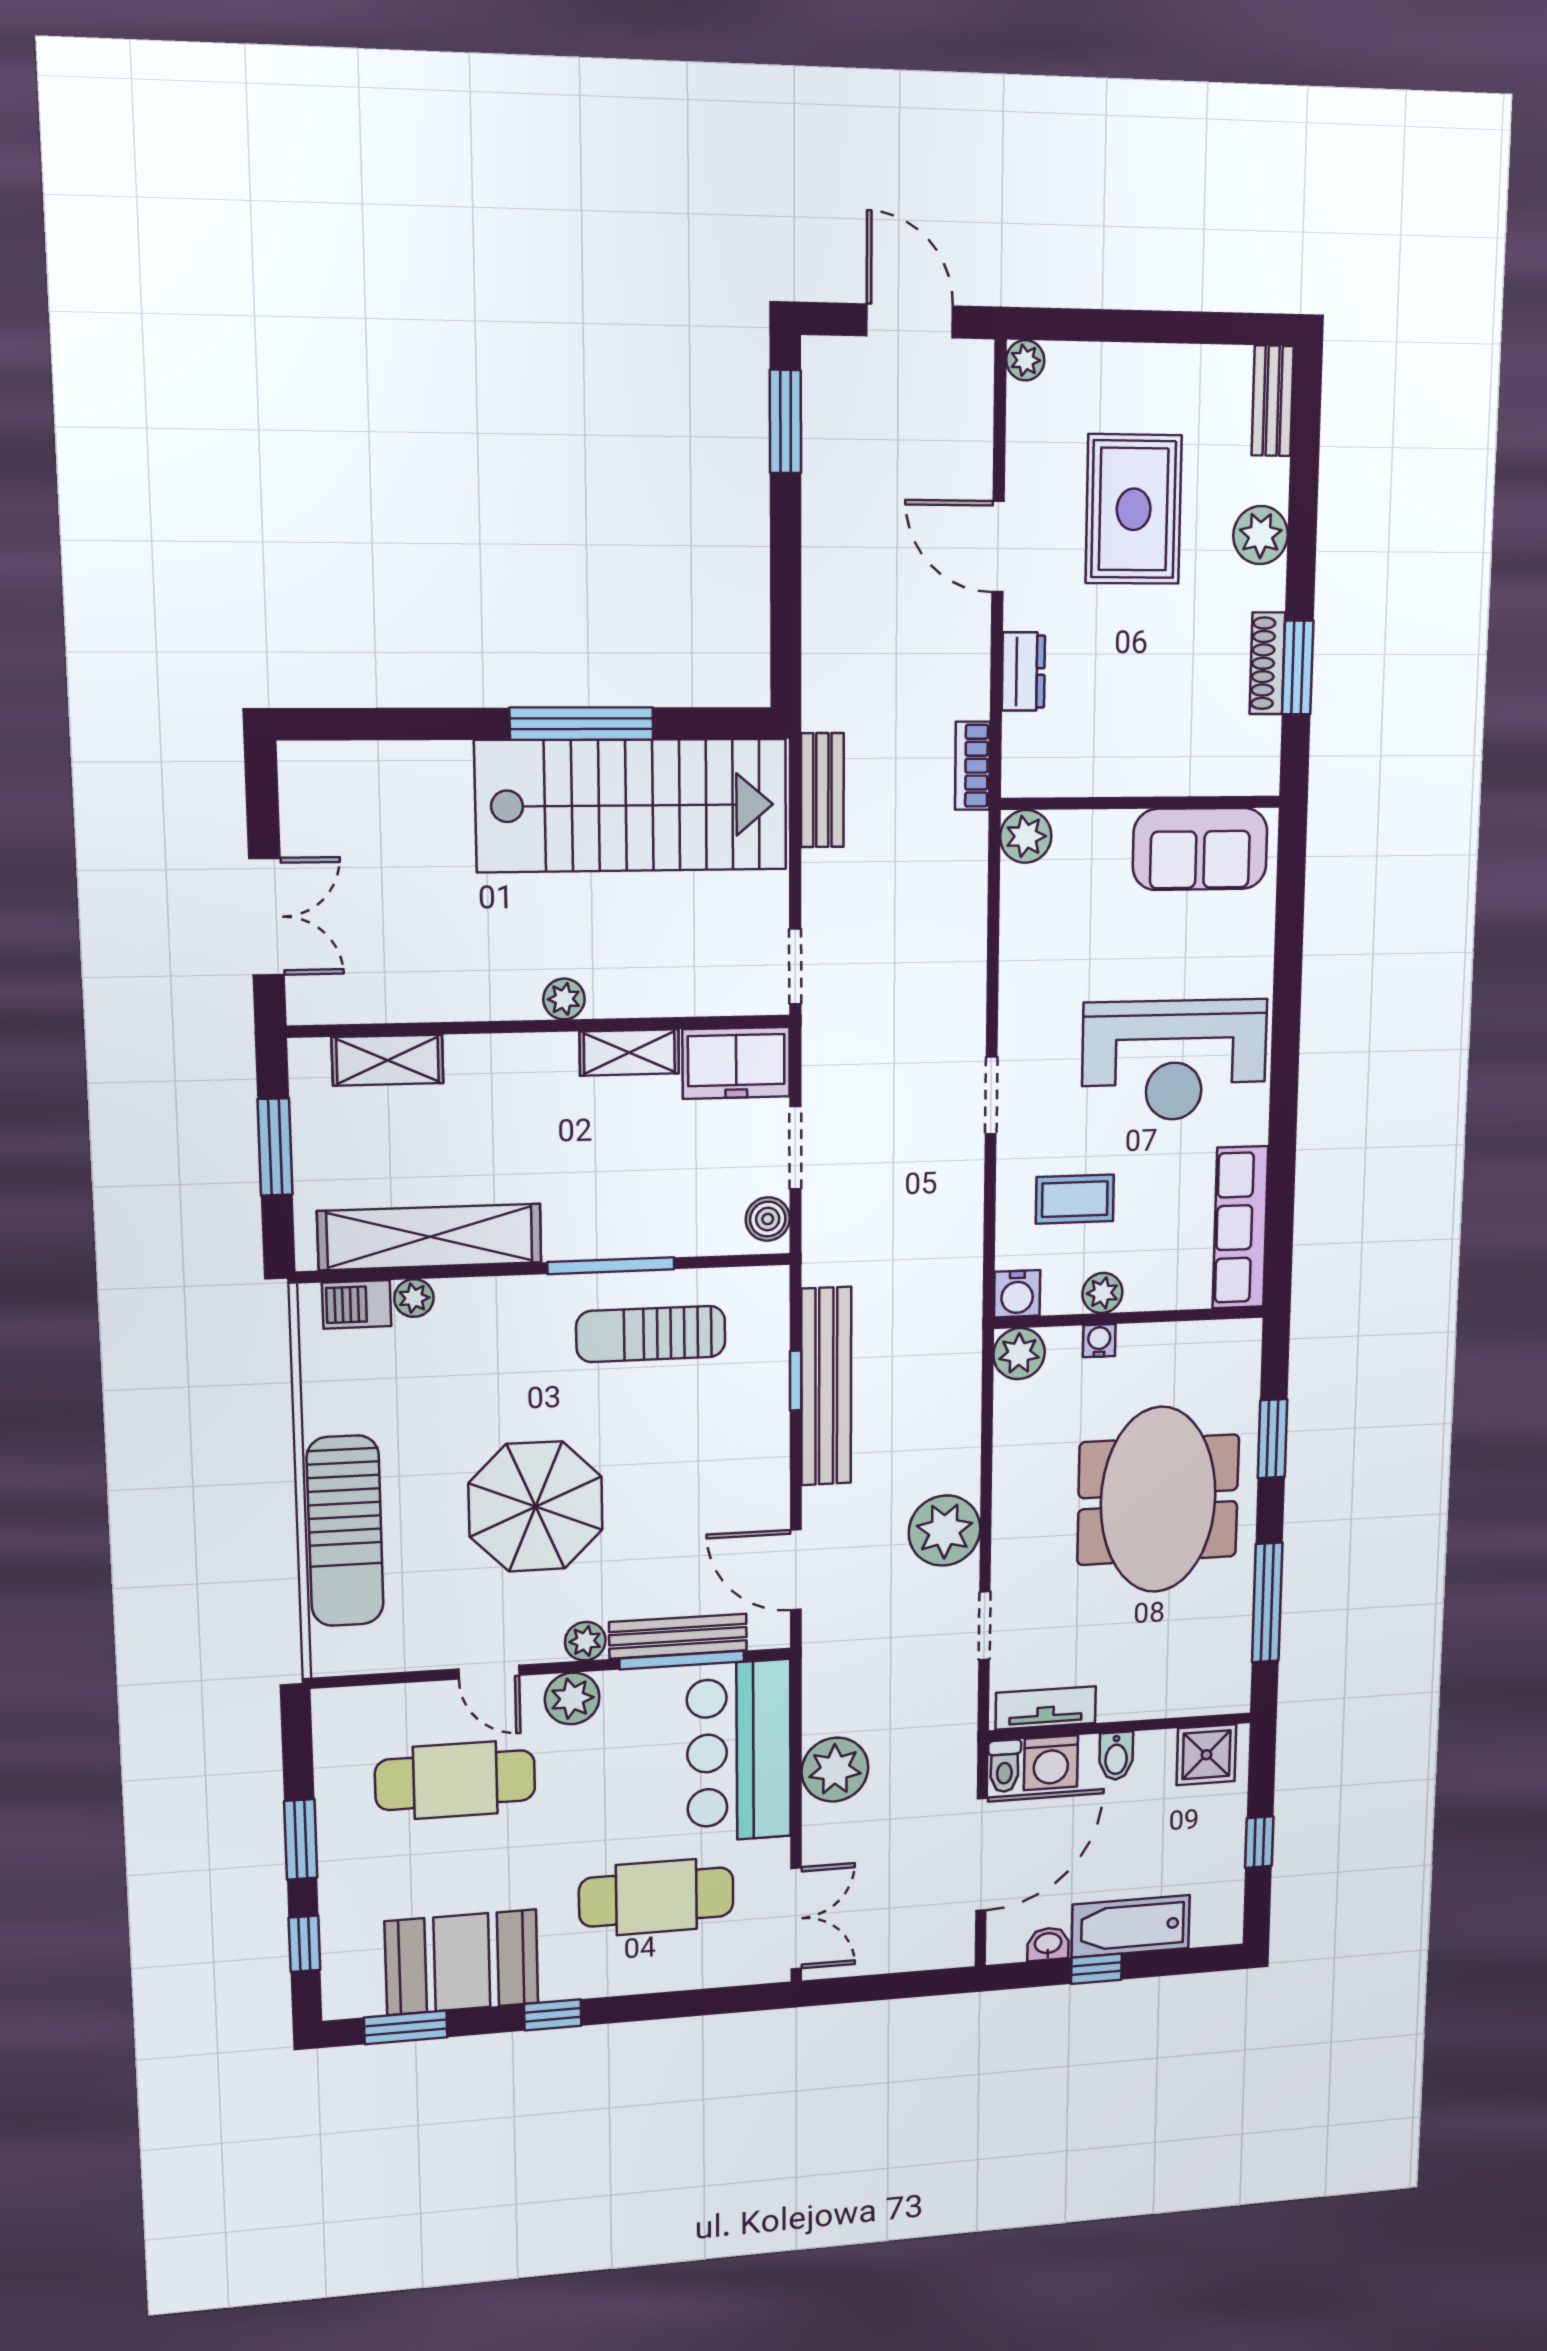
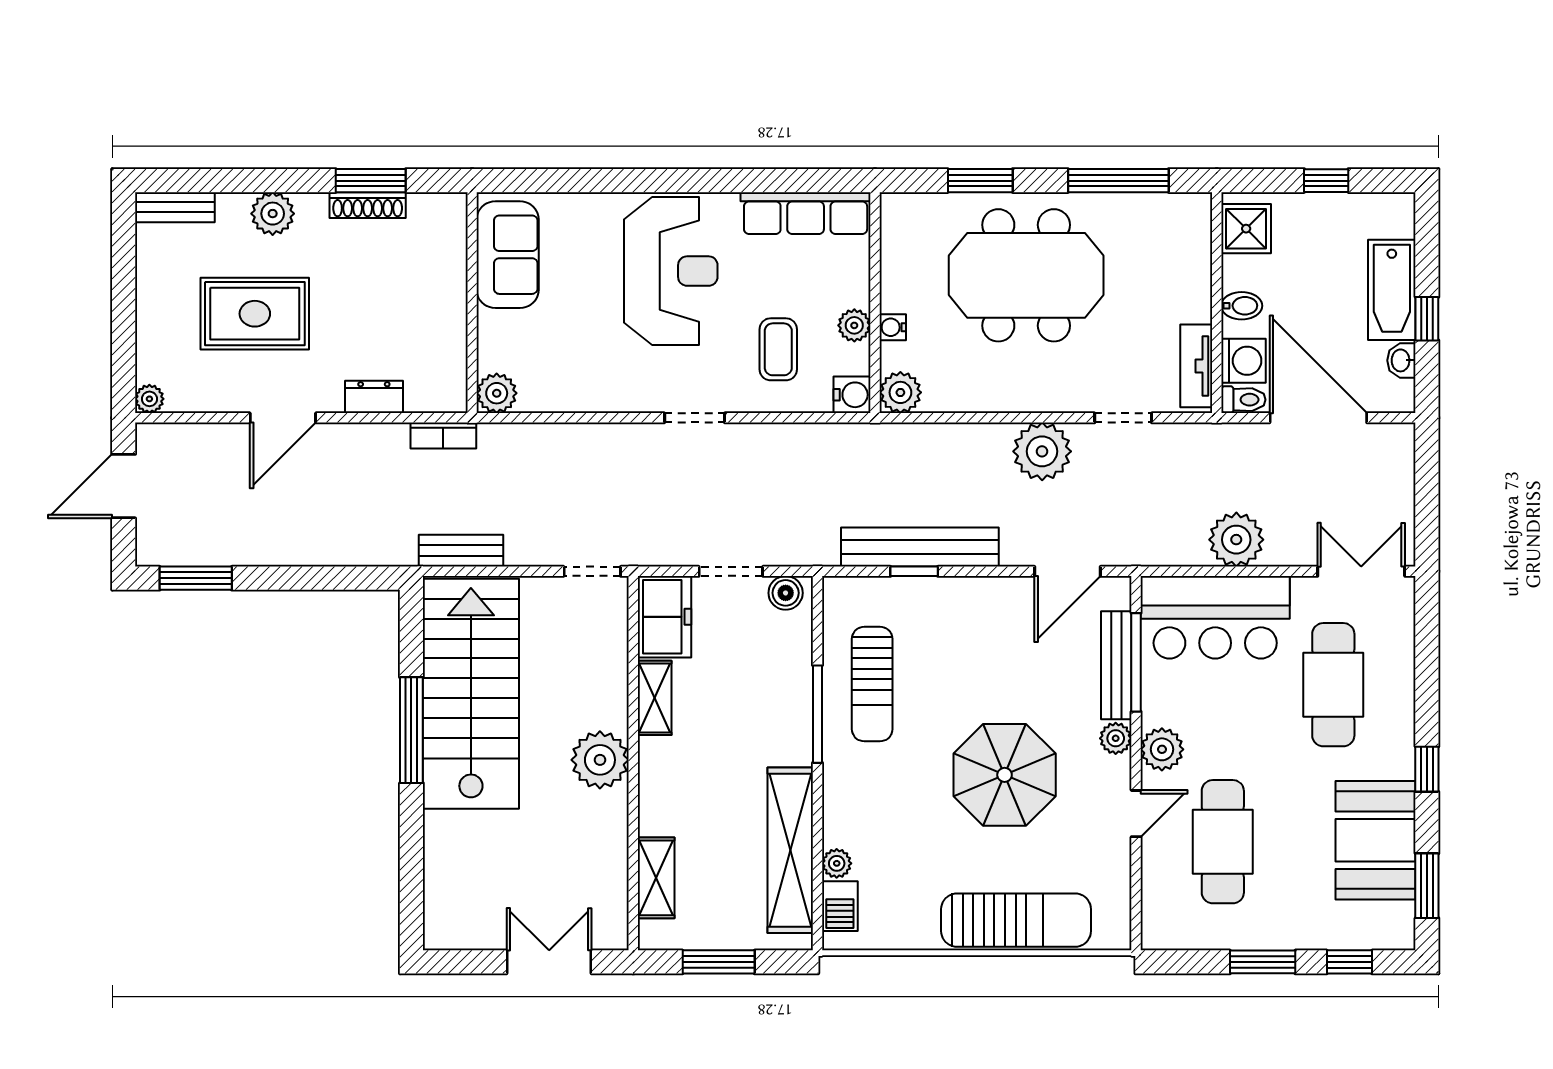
plant: (564, 999) -> (600, 760), width x1.87, depth x1.87

